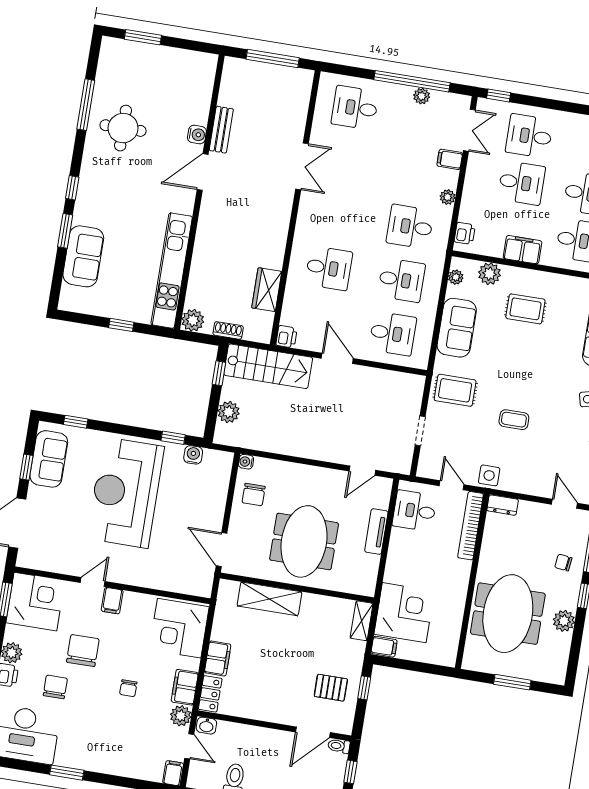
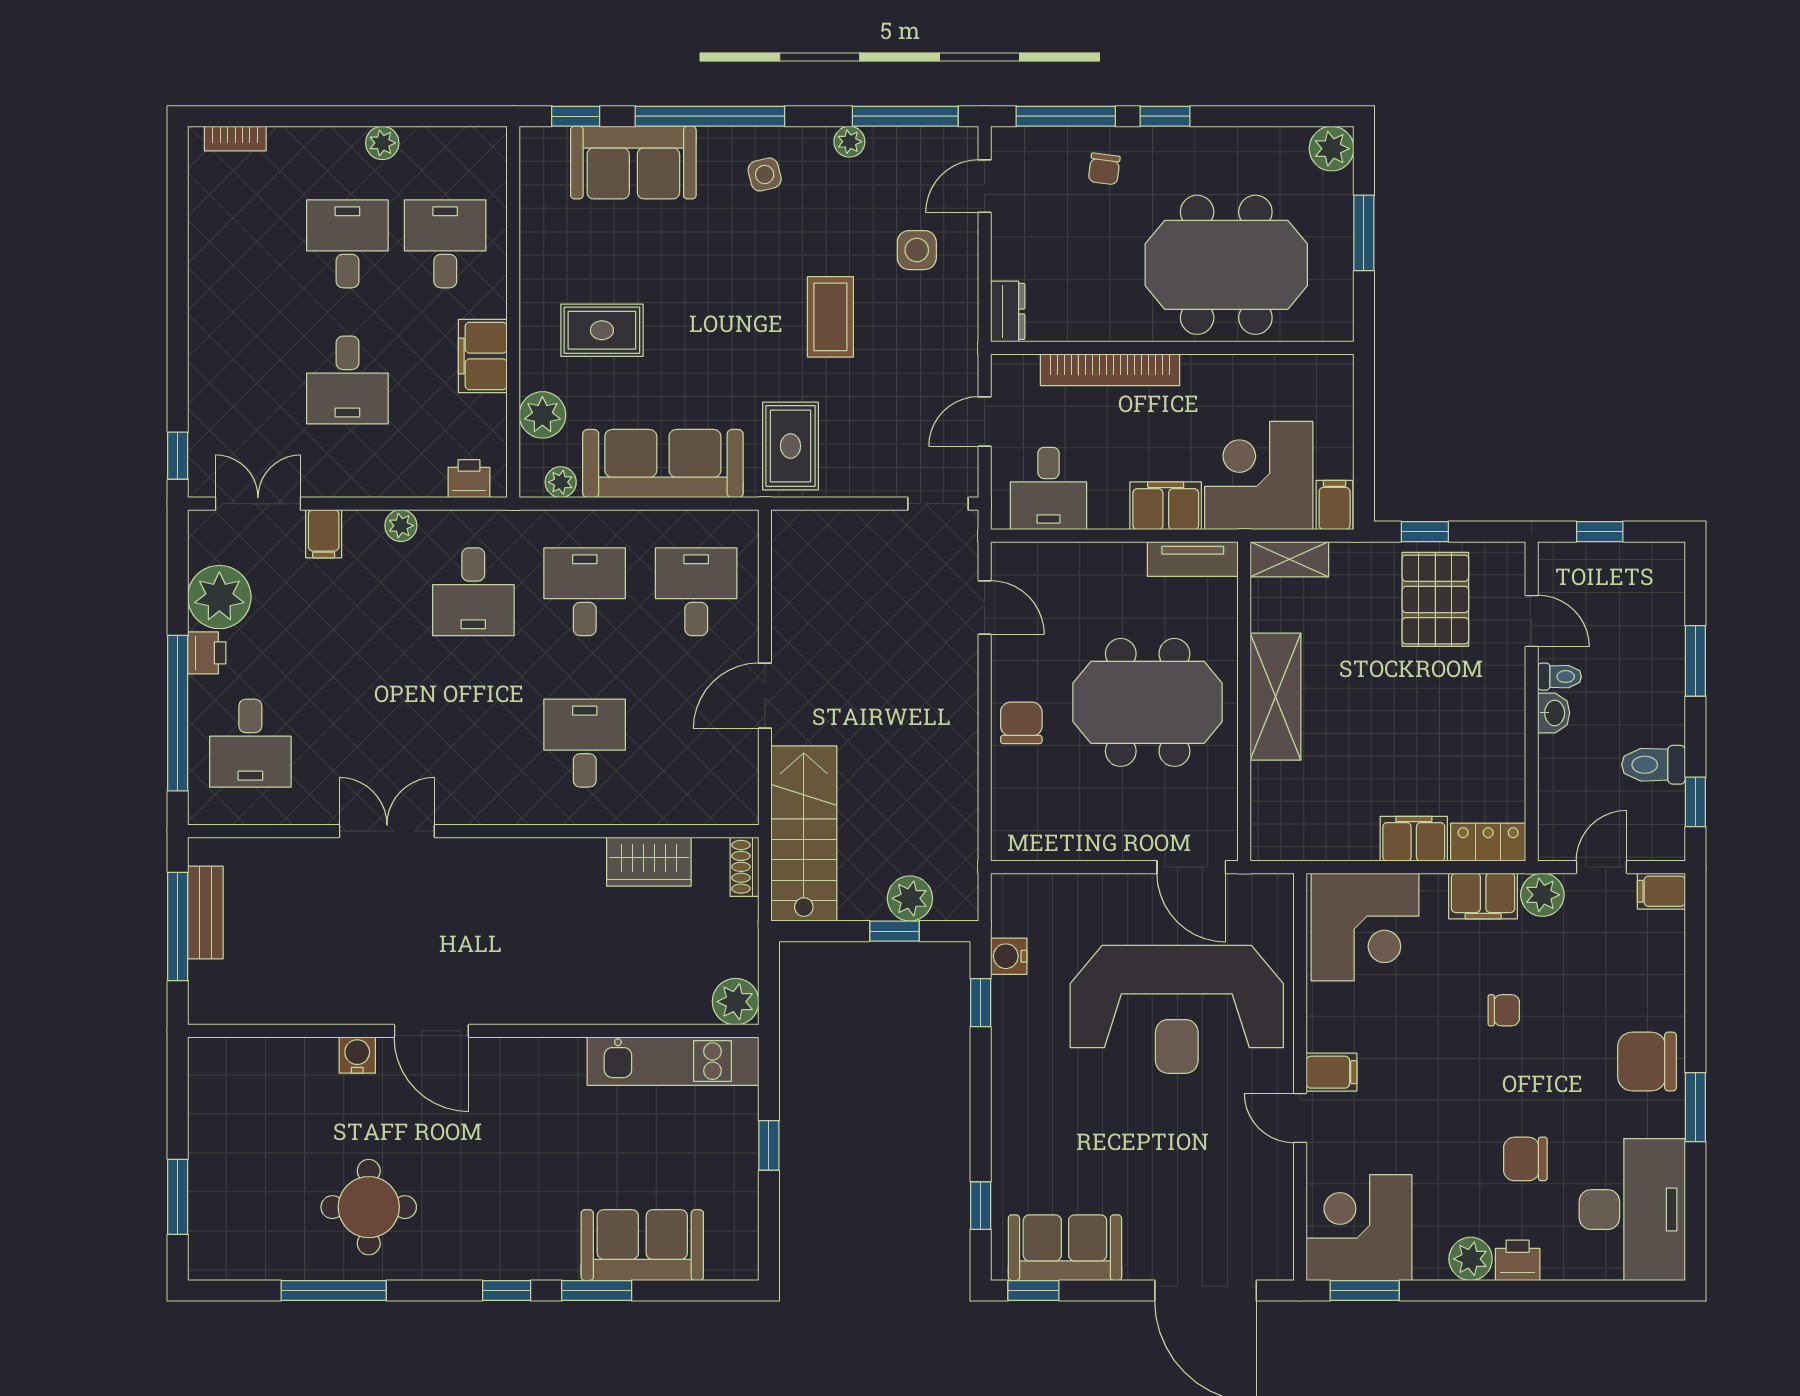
window: (412, 81) -> (178, 713), moved
plant: (422, 96) -> (219, 597), width x1.87, depth x1.87
bench: (221, 130) -> (205, 913), moved, turned 90
desk: (529, 136) -> (250, 380), removed
desk: (522, 183) -> (347, 380), turned 180
kitchen unit: (172, 271) -> (673, 1061), width x0.73
rug: (525, 309) -> (602, 330), turned 90
sofa: (457, 328) -> (663, 464), width x1.36
shoe rack: (228, 330) -> (744, 867), moved
printer: (286, 337) -> (207, 653), moved, turned 90
window: (219, 373) -> (894, 931), moved
coffee table: (514, 420) -> (830, 317), width x1.36, depth x1.30
doorway: (420, 431) -> (938, 504), moved
water cooler: (246, 462) -> (1005, 847), removed
window: (26, 467) -> (1033, 1290), moved
side table: (489, 475) -> (917, 250), moved
reception desk: (125, 493) -> (1177, 1009), moved
chair: (254, 495) -> (1021, 723), moved, turned -90
bookcase: (471, 526) -> (1110, 370), moved
tv unit: (376, 531) -> (1193, 559), moved
door: (222, 550) -> (1191, 867), hinge flipped
filing cabinet: (397, 566) -> (1166, 506), added
shelving: (269, 599) -> (1276, 697), moved
plant: (564, 621) -> (1332, 149), moved
chair: (83, 651) -> (1647, 1062), moved
pallet: (331, 688) -> (1435, 599), width x1.50, depth x1.42
washbasin: (206, 726) -> (1554, 713), moved
door: (313, 732) -> (1532, 621), width x0.73
toilet: (339, 746) -> (1560, 677), moved, turned -90

